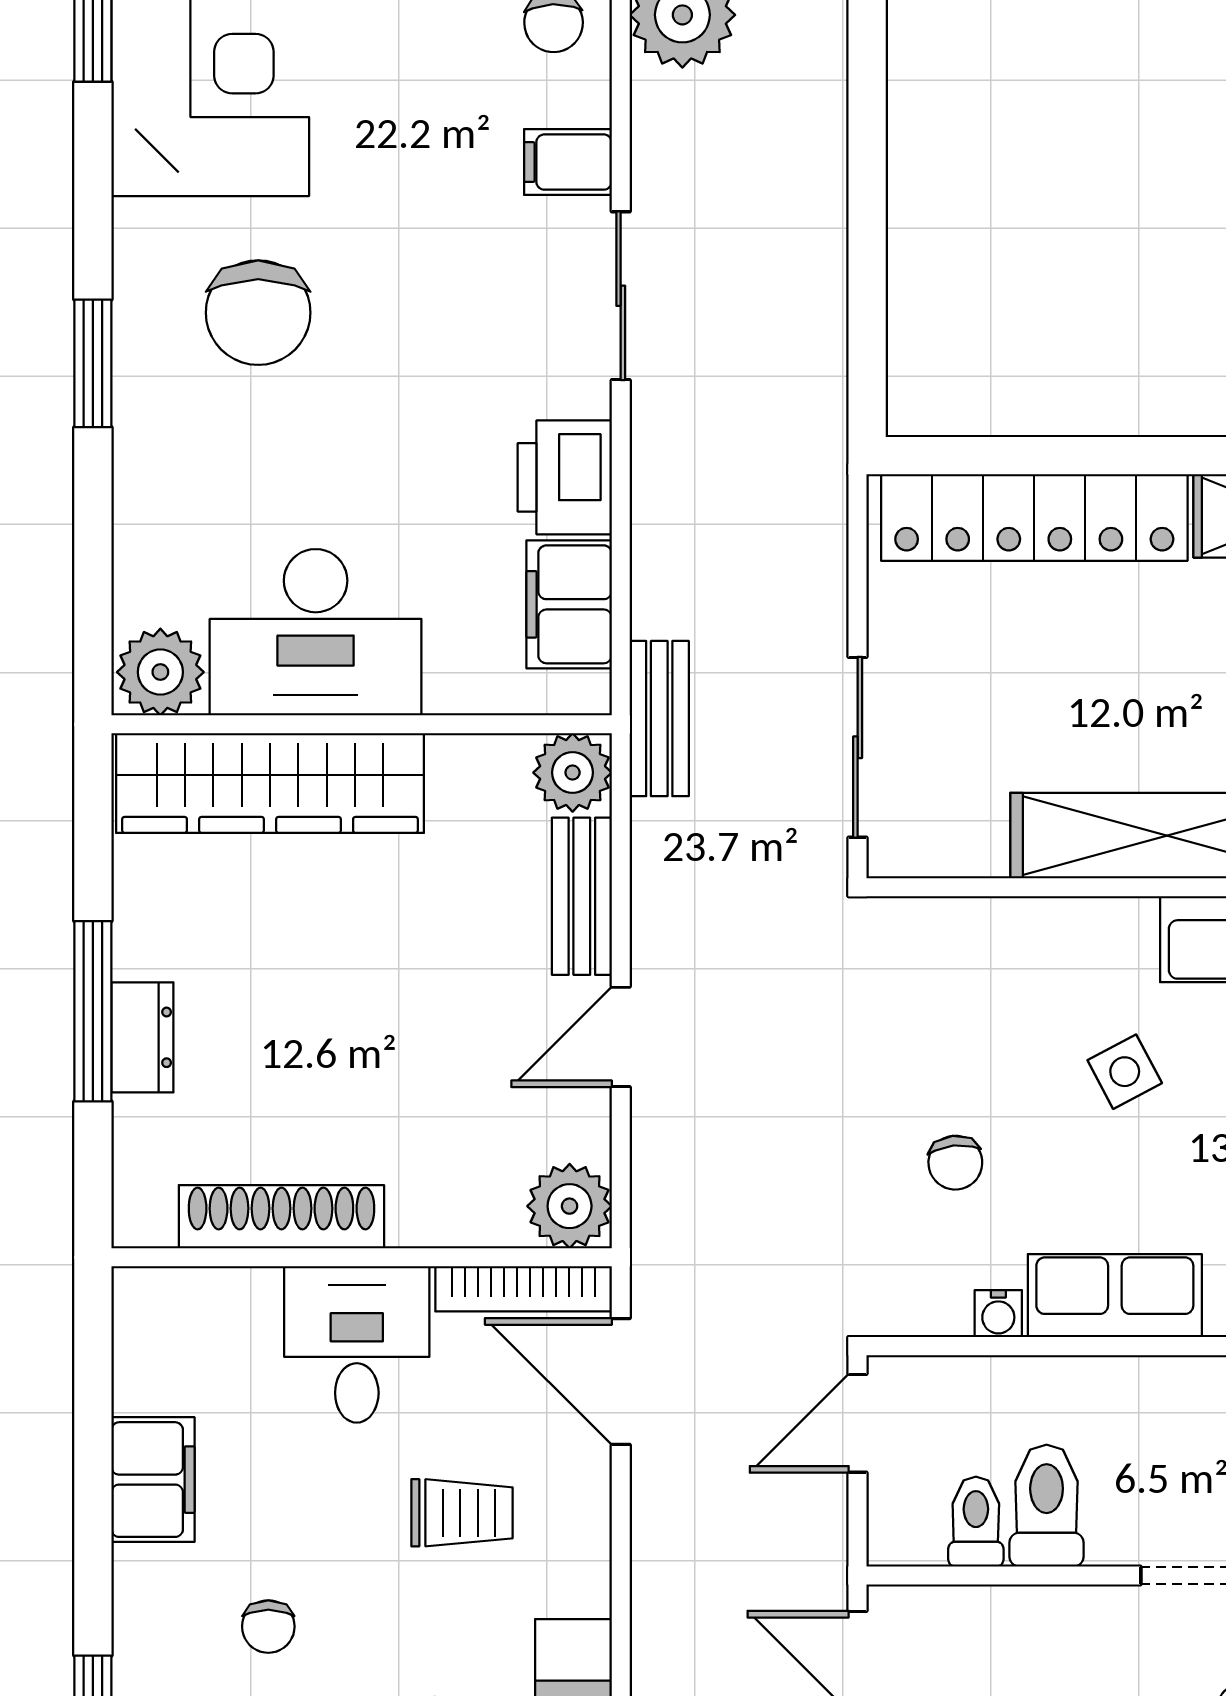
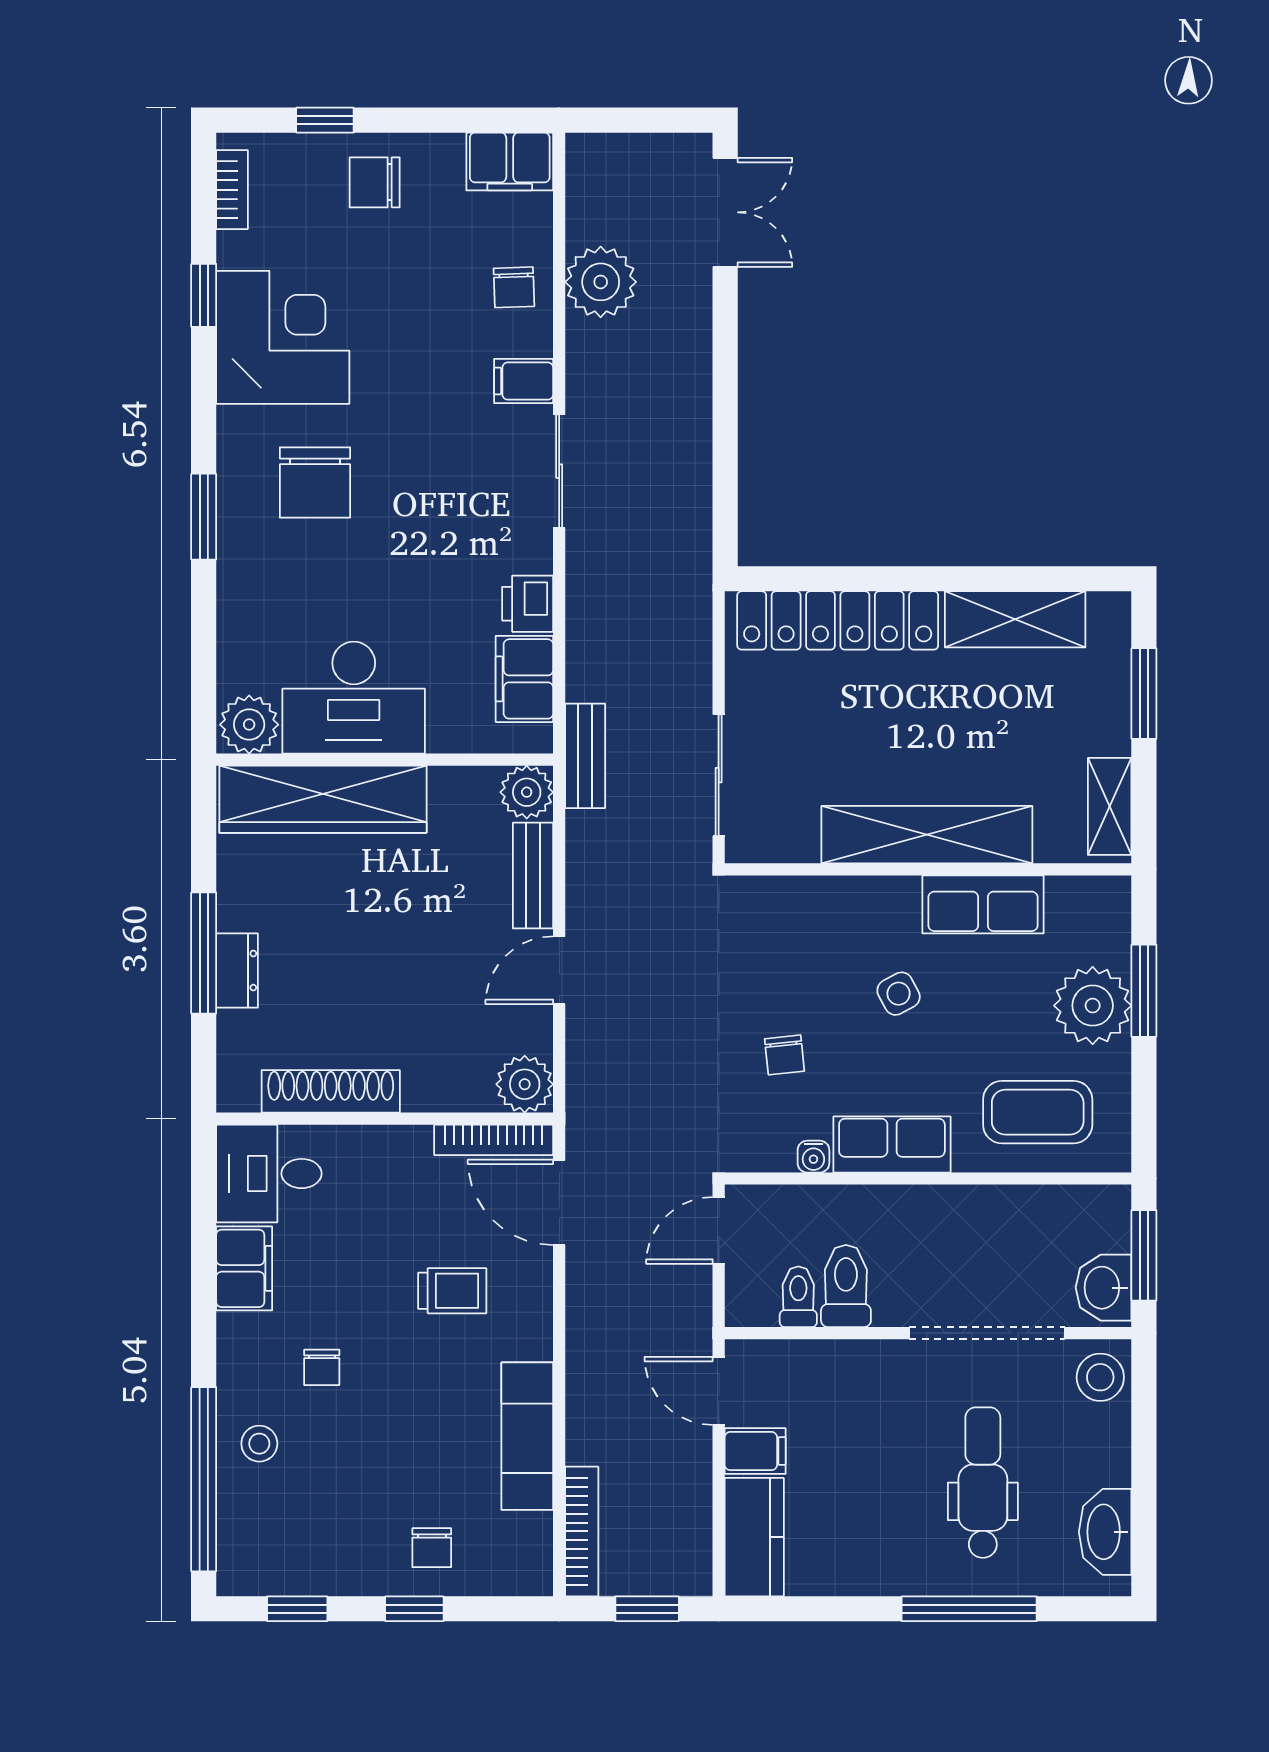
printer: (565, 477) -> (528, 604), width x0.73, depth x0.81
desk: (357, 1344) -> (269, 1174), moved, turned -90

